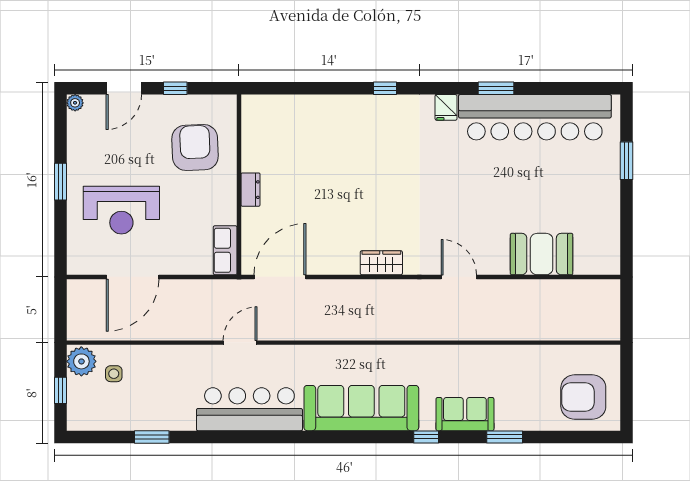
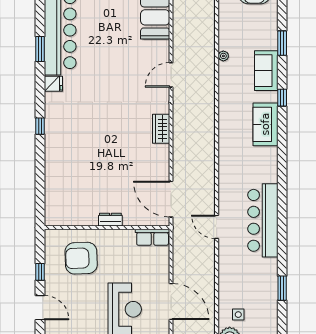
plant: (486, 352) -> (223, 56), added
sofa: (361, 408) -> (265, 124), width x0.54, depth x0.79

